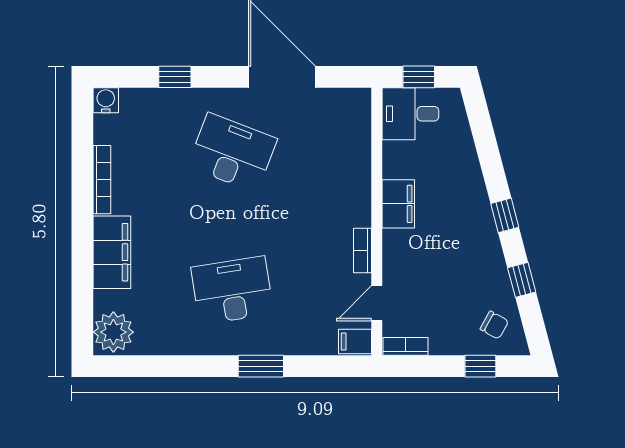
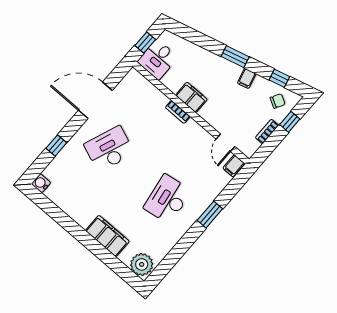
bookcase: (102, 180) -> (73, 214), removed
window: (505, 215) -> (235, 57), width x1.50
bookcase: (363, 250) -> (178, 112), moved
filing cabinet: (489, 257) -> (247, 78), added
window: (522, 280) -> (279, 78), moved
bookcase: (406, 346) -> (267, 131), moved

